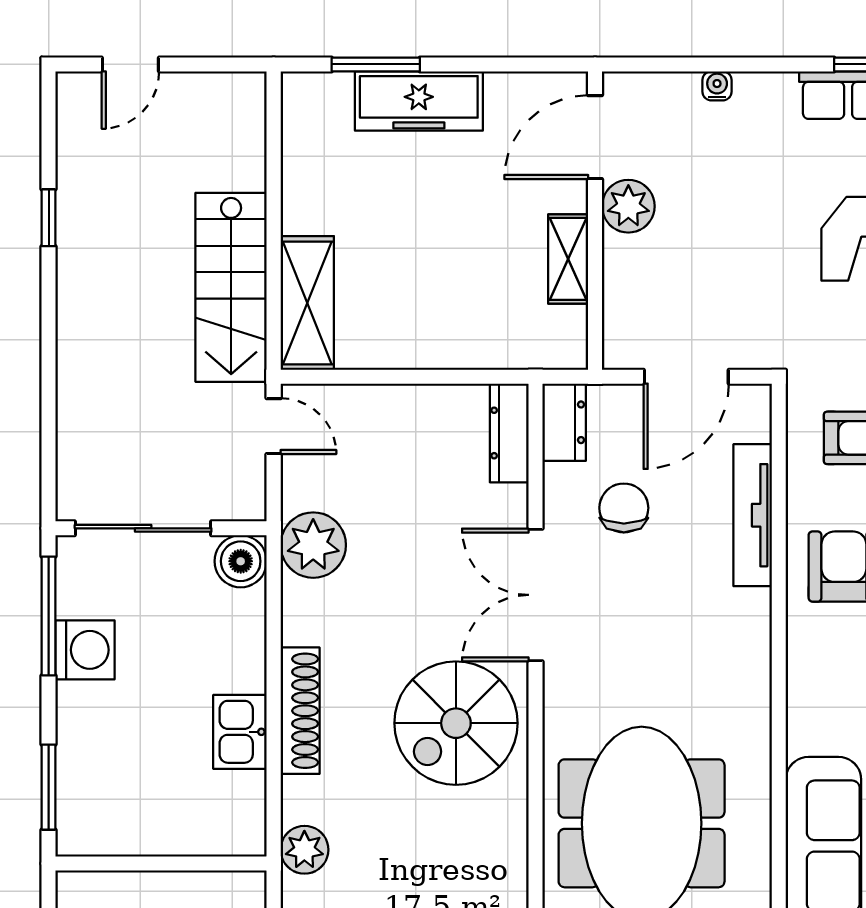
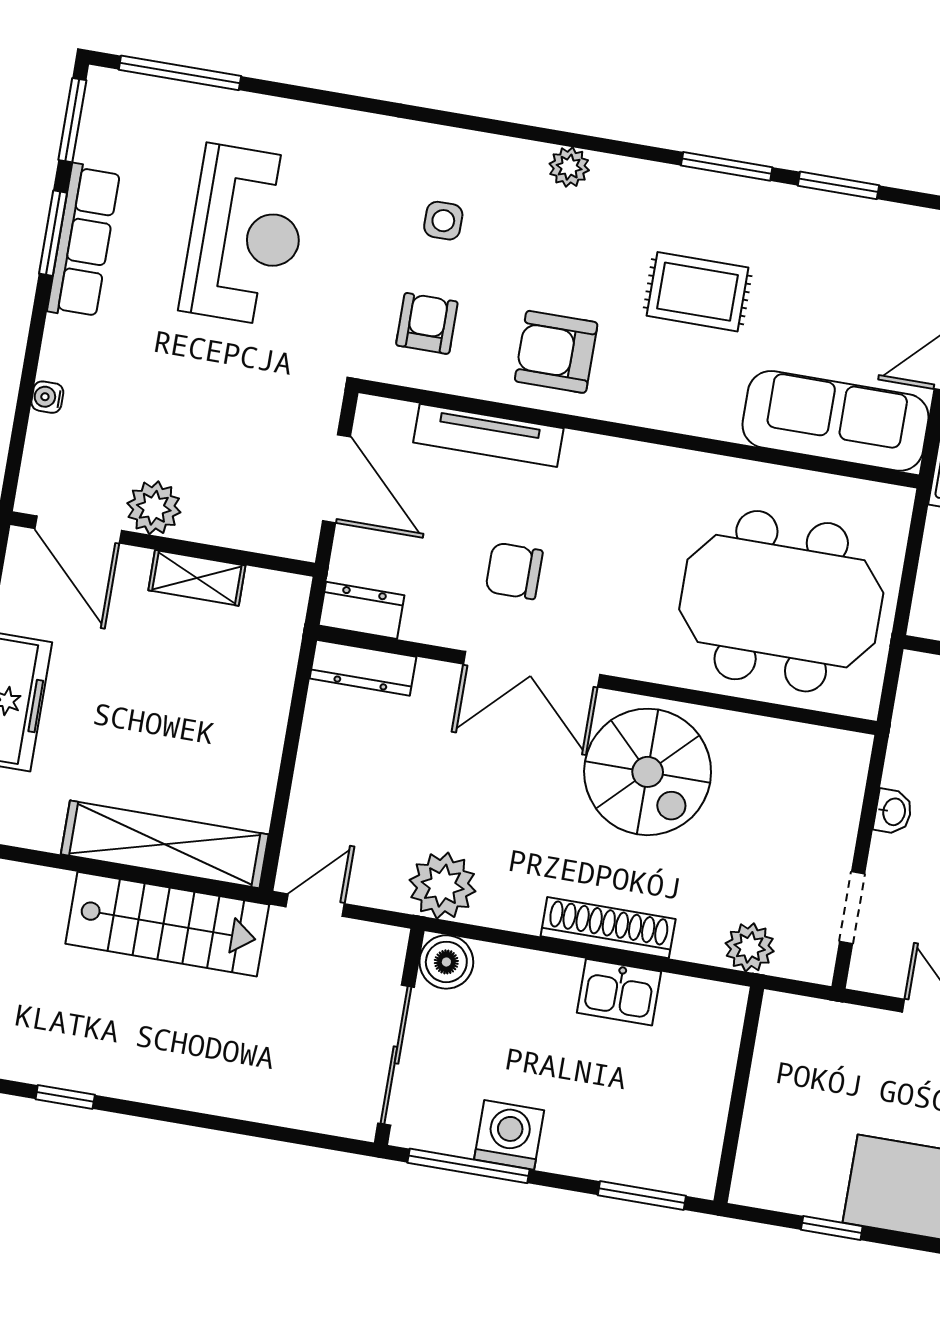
shelving: (307, 303) -> (165, 844), width x1.47
chair: (624, 508) -> (514, 571), moved

